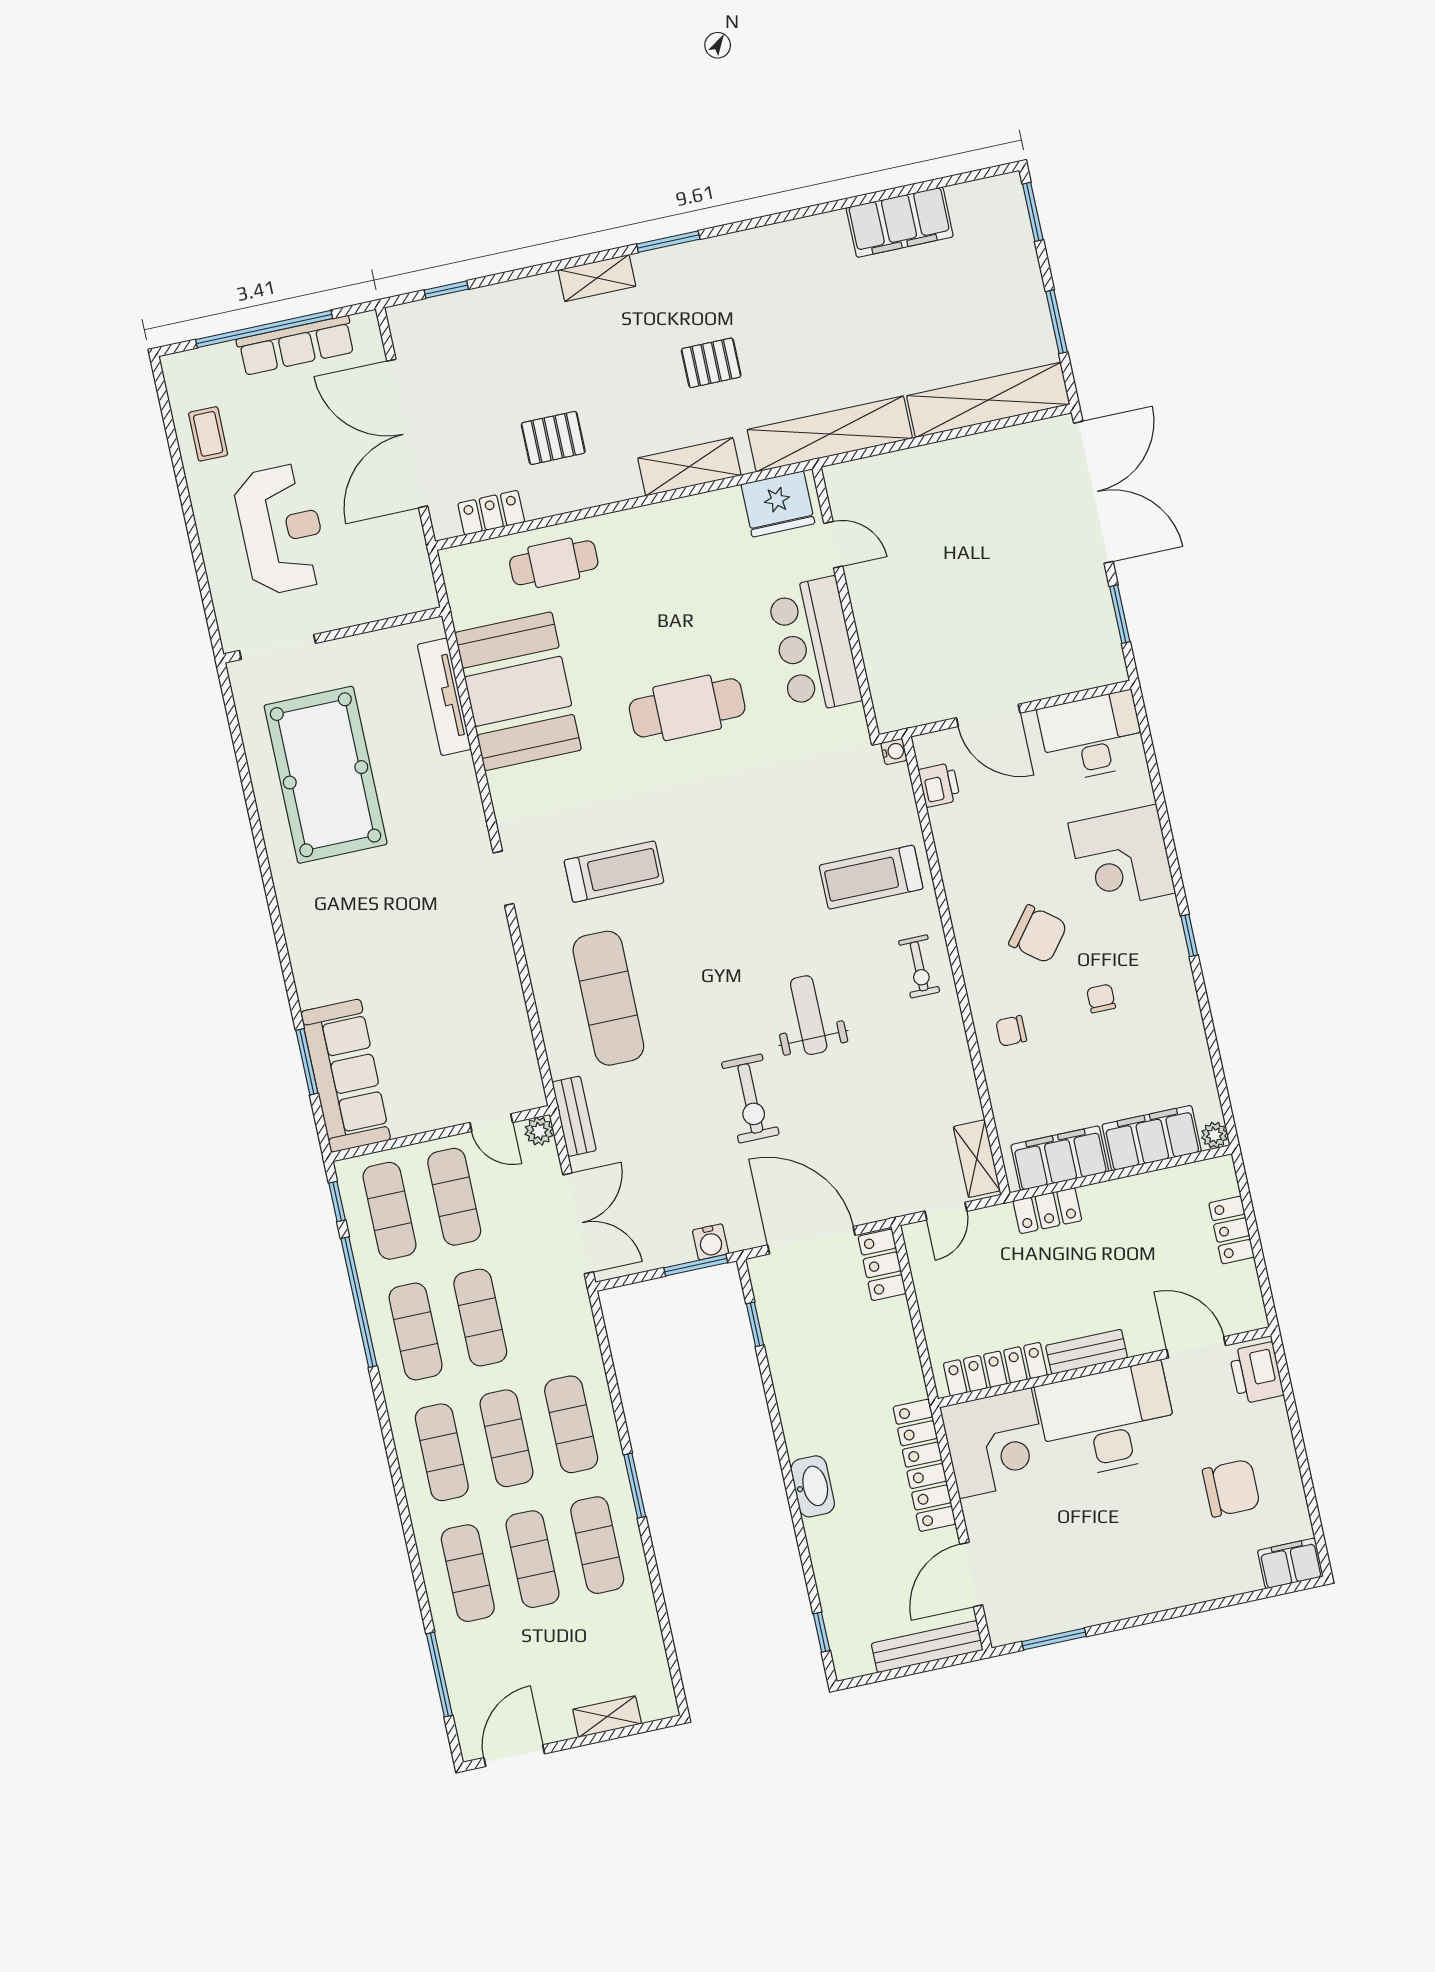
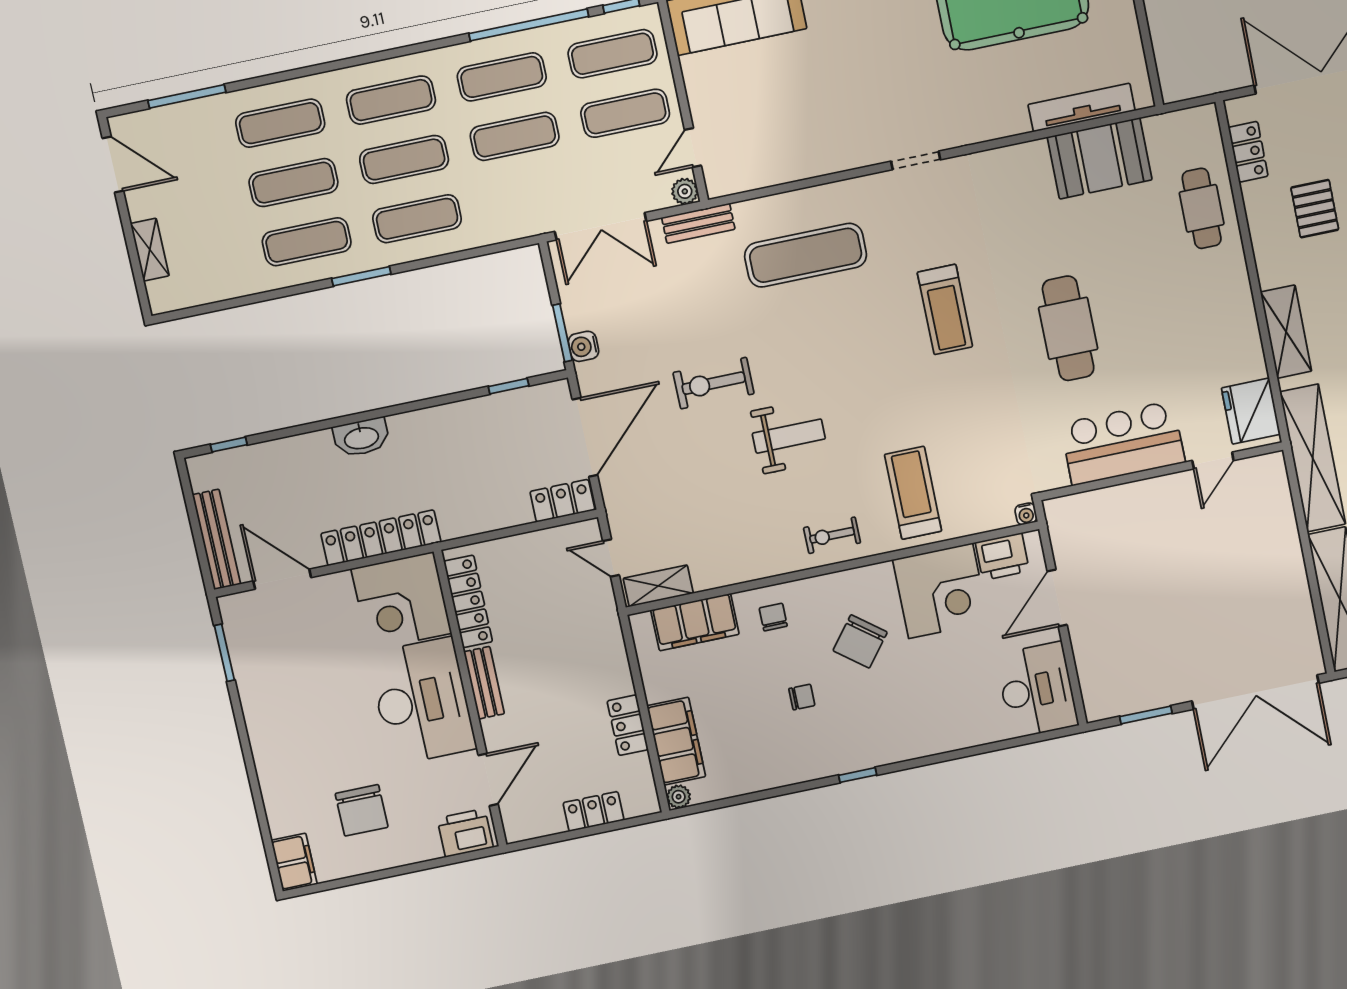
booth: (518, 691) -> (1100, 158), width x0.73, depth x0.70
printer: (939, 785) -> (1002, 557), width x1.36, depth x1.24
corner desk: (1122, 858) -> (941, 591), moved, turned 180
treadmill: (614, 872) -> (945, 309), moved
filing cabinet: (1060, 1158) -> (695, 622), moved, turned 90
locker: (1047, 1211) -> (628, 725), moved

